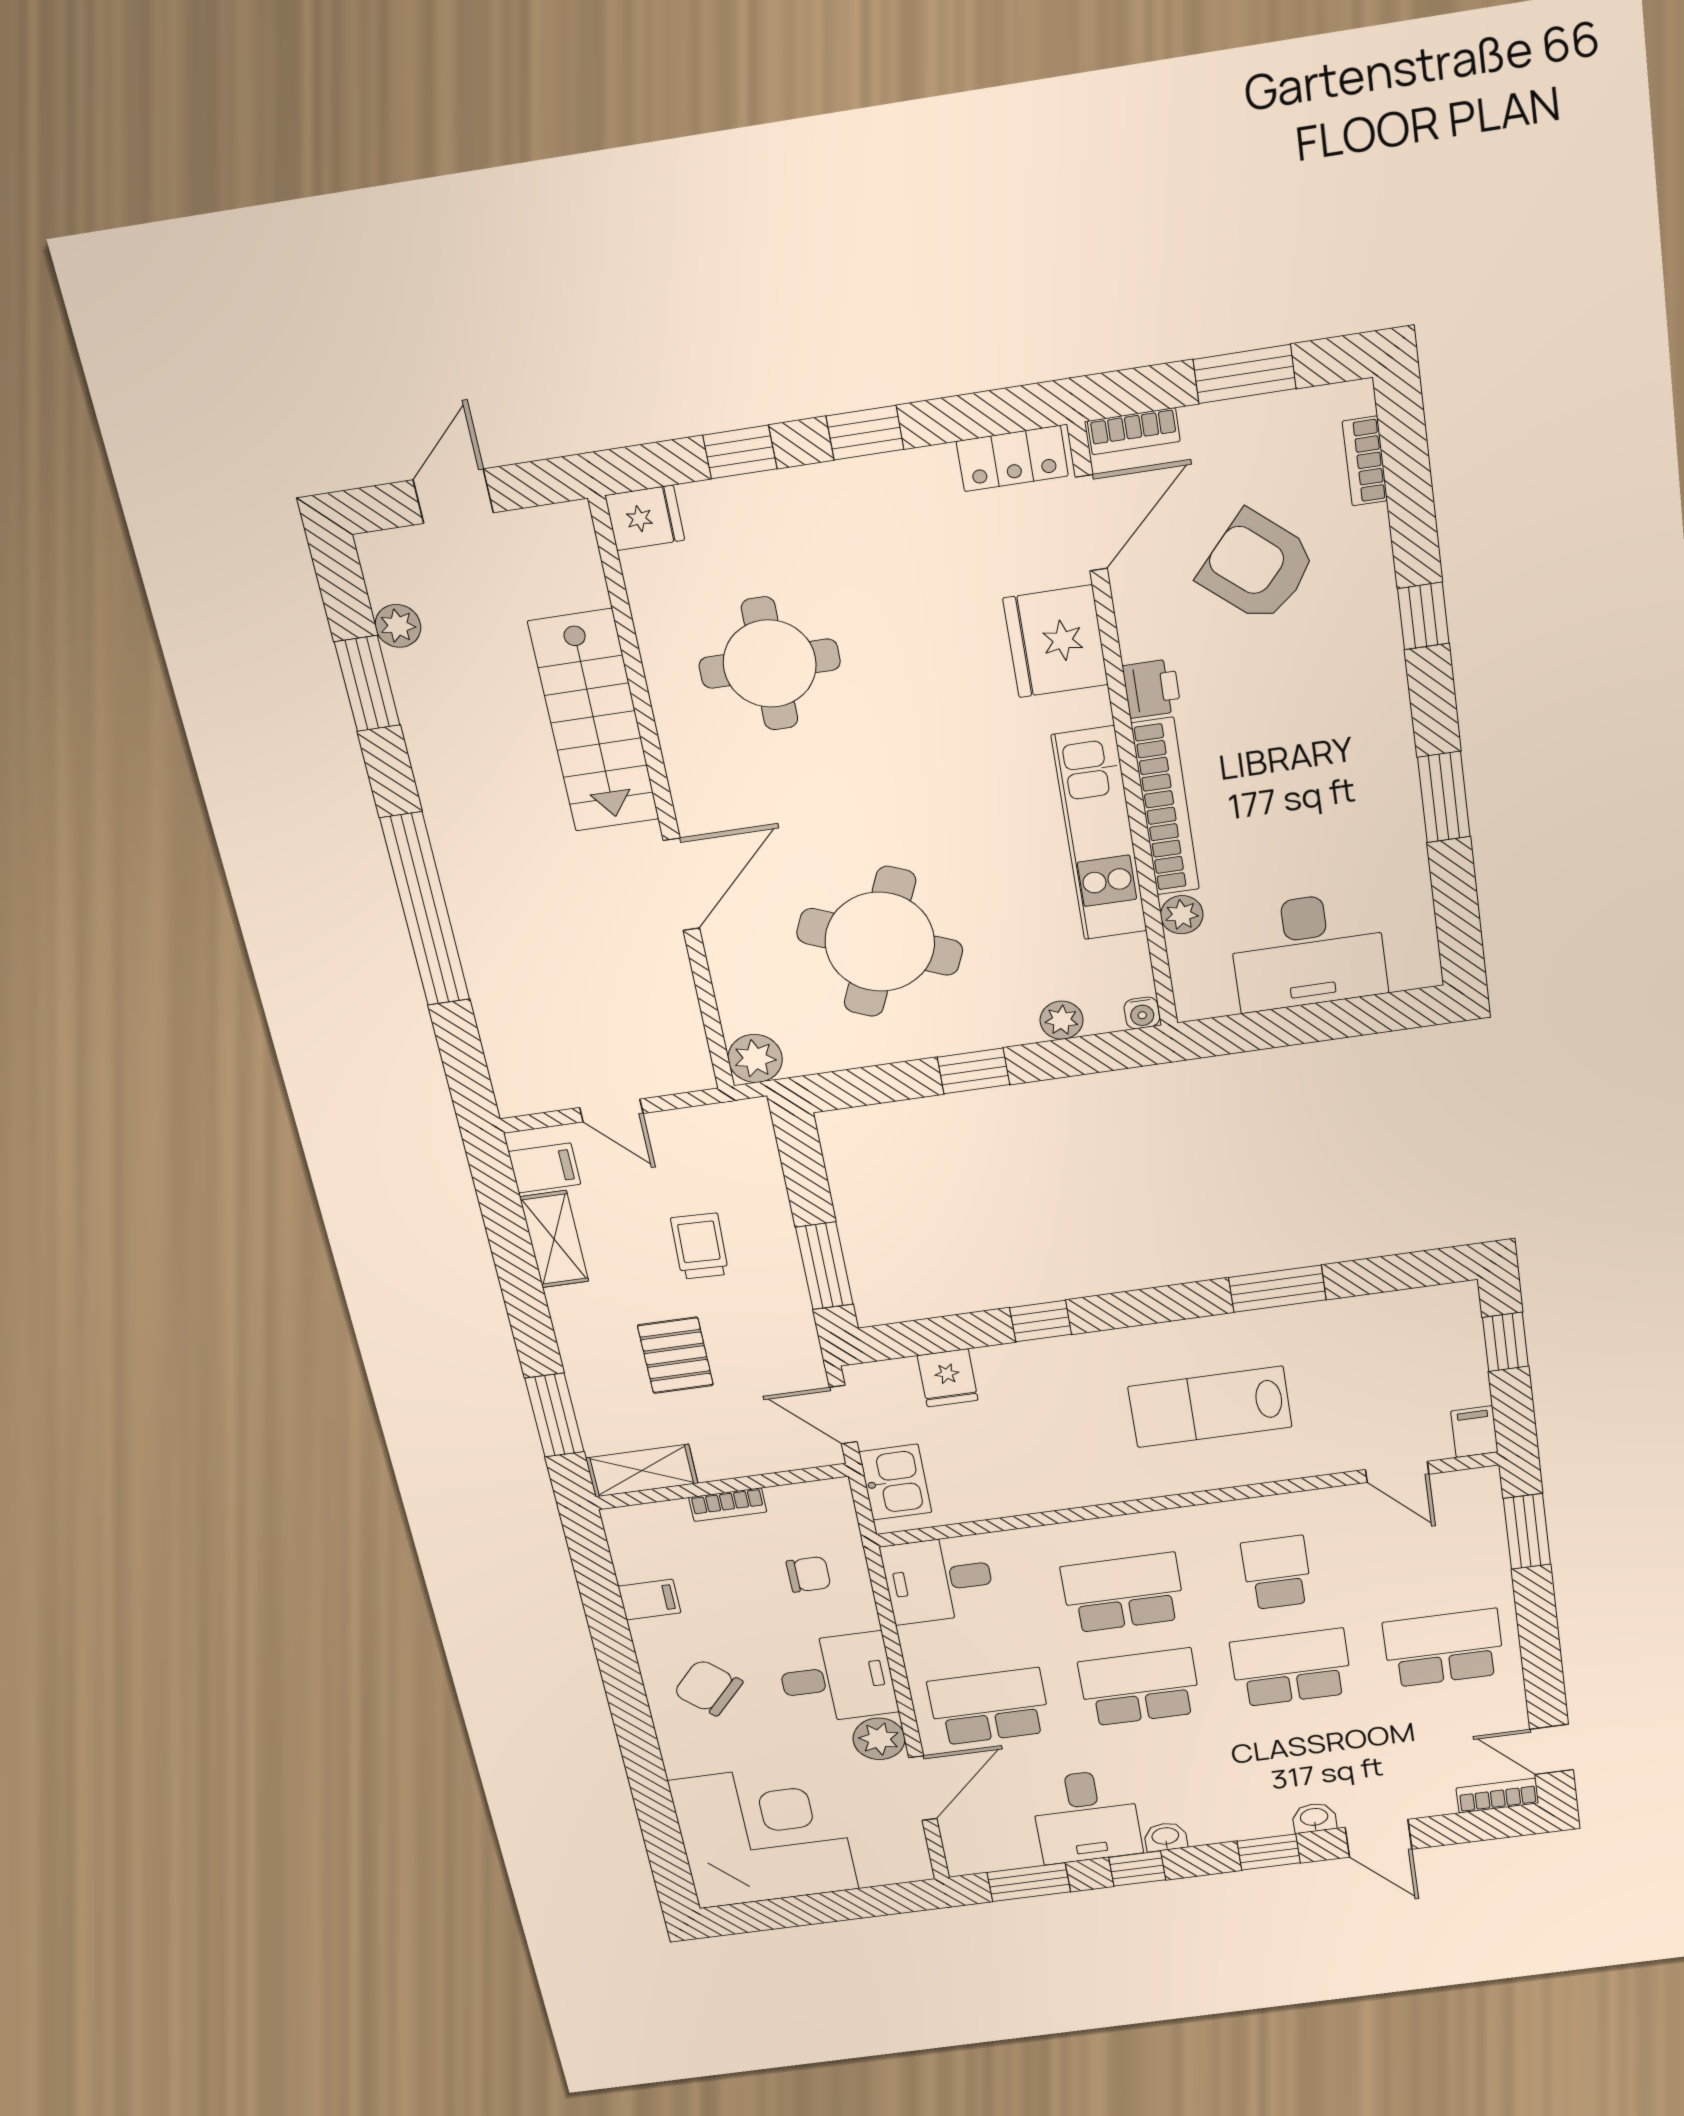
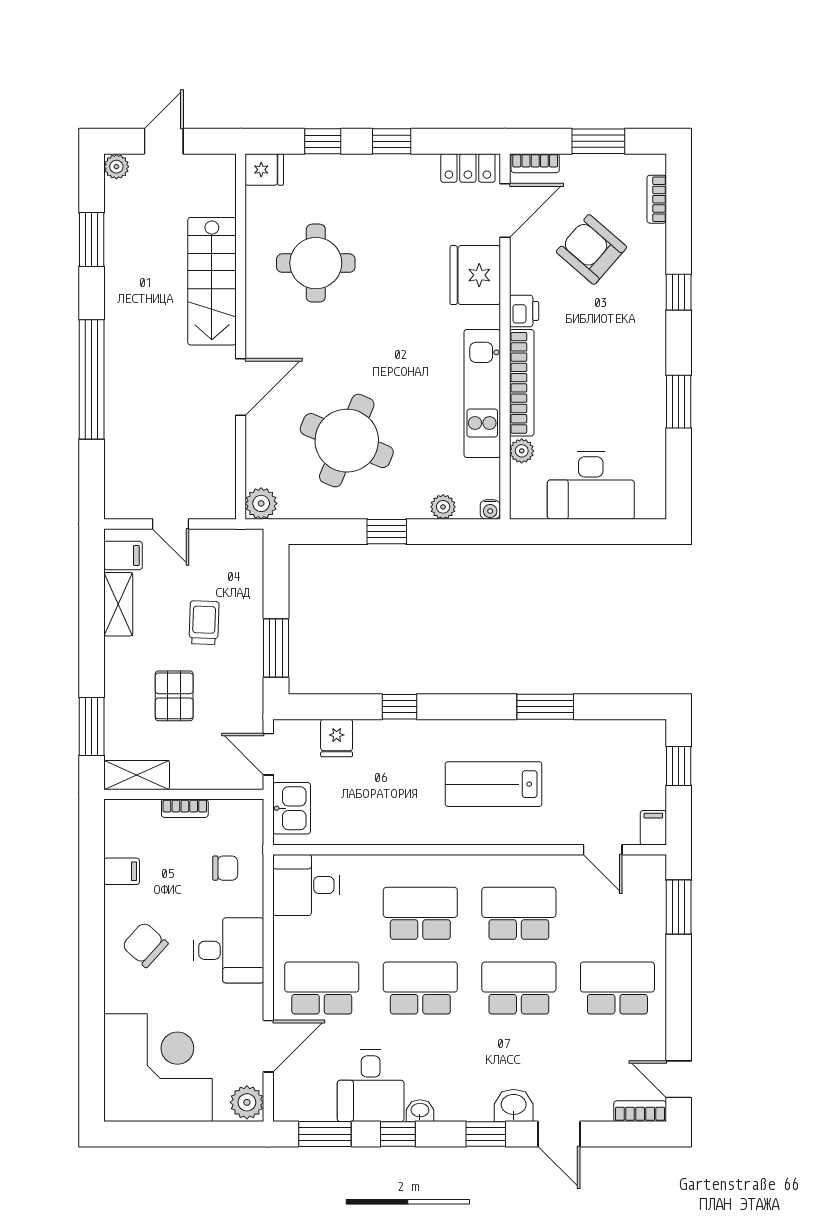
plant: (398, 626) -> (116, 167), moved
school desk: (1277, 1573) -> (519, 913), width x1.85
plant: (879, 1739) -> (247, 1102), moved
washbasin: (1314, 1818) -> (514, 1105), width x1.38, depth x1.45

